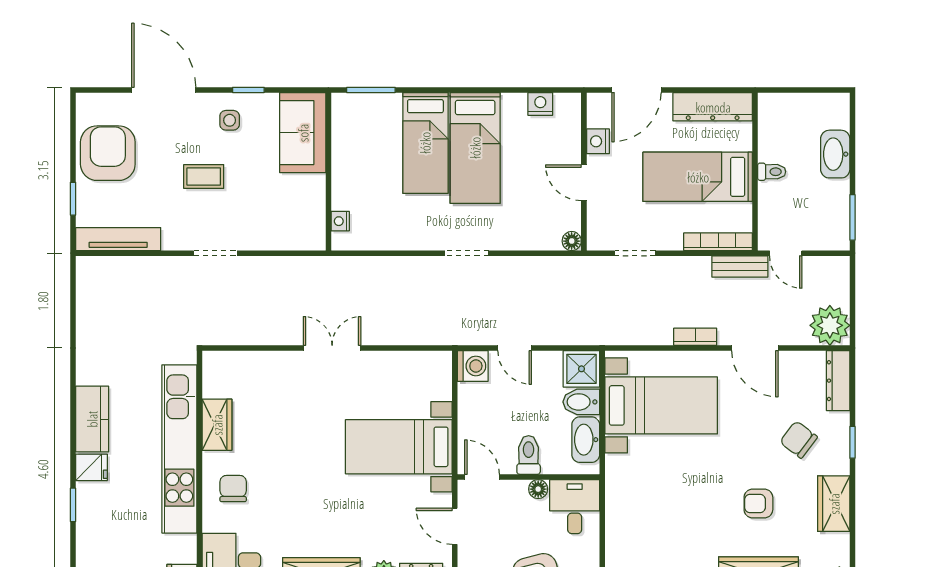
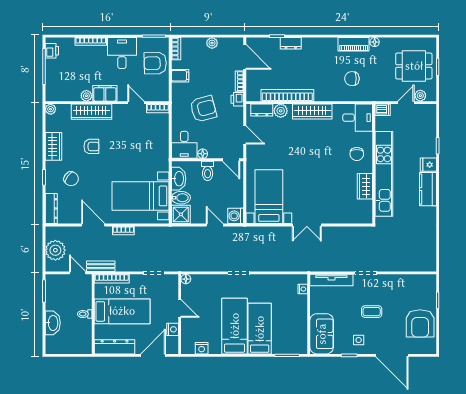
tv unit: (118, 239) -> (331, 280), moved
plant: (830, 325) -> (55, 250), moved
bed with nightstands: (399, 447) -> (269, 197), moved, turned -90

